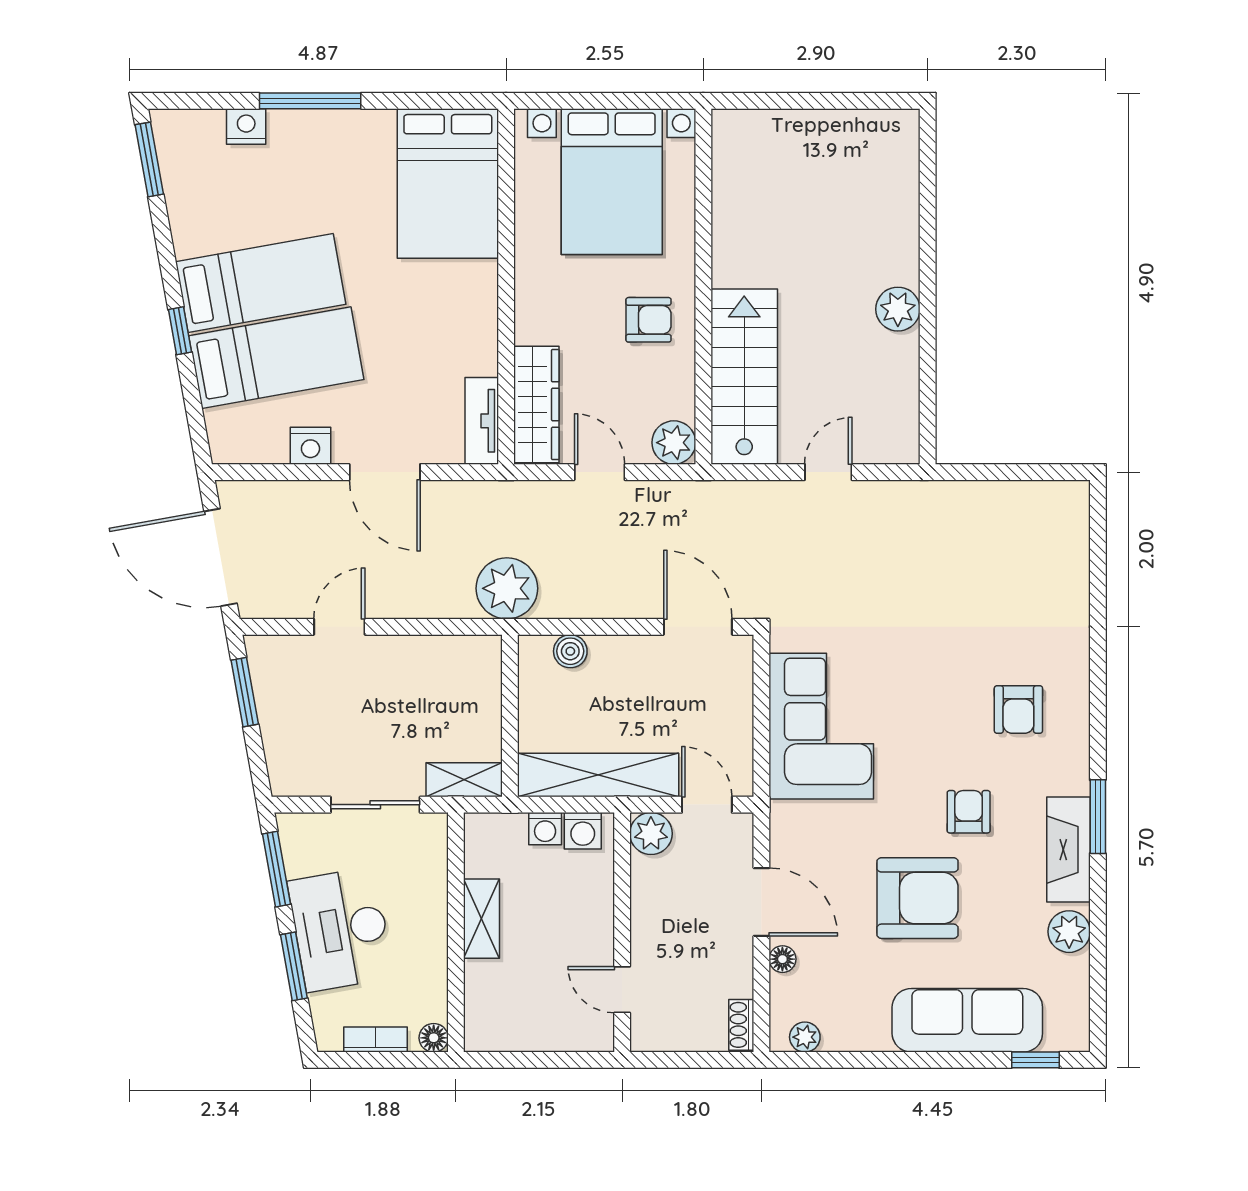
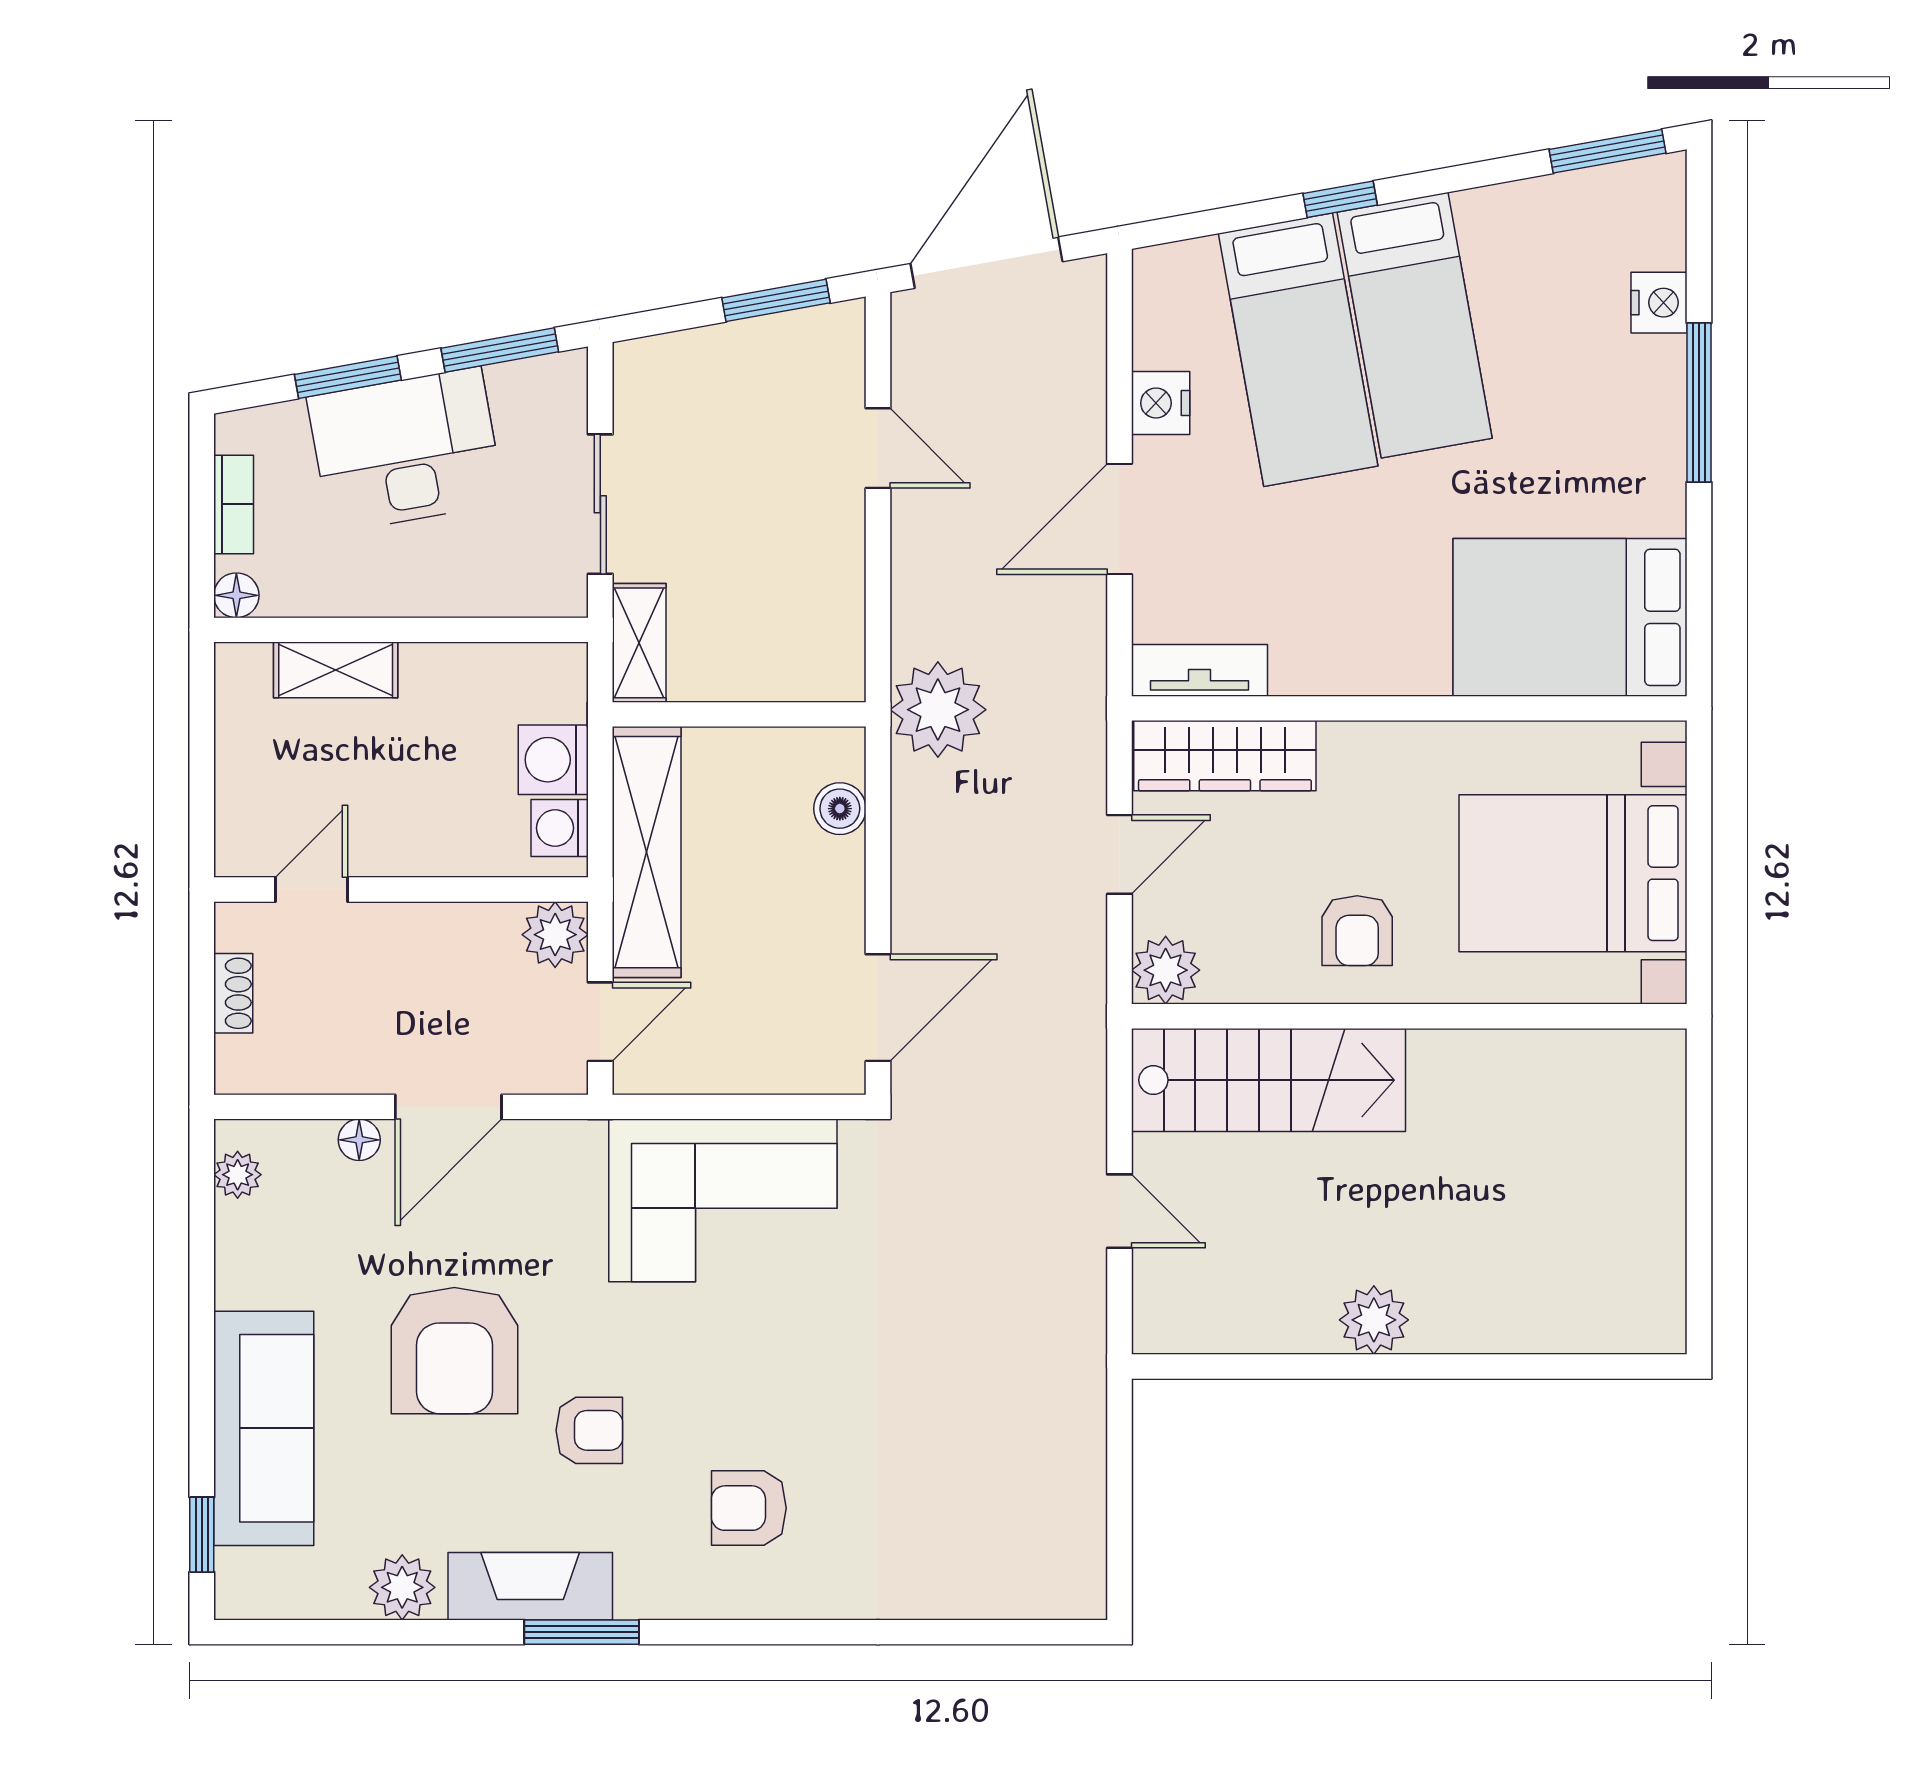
washing machine: (545, 829) -> (553, 760), width x1.38, depth x1.38
shelving: (481, 919) -> (336, 670), moved
shoe rack: (741, 1025) -> (233, 993), moved, turned 90

